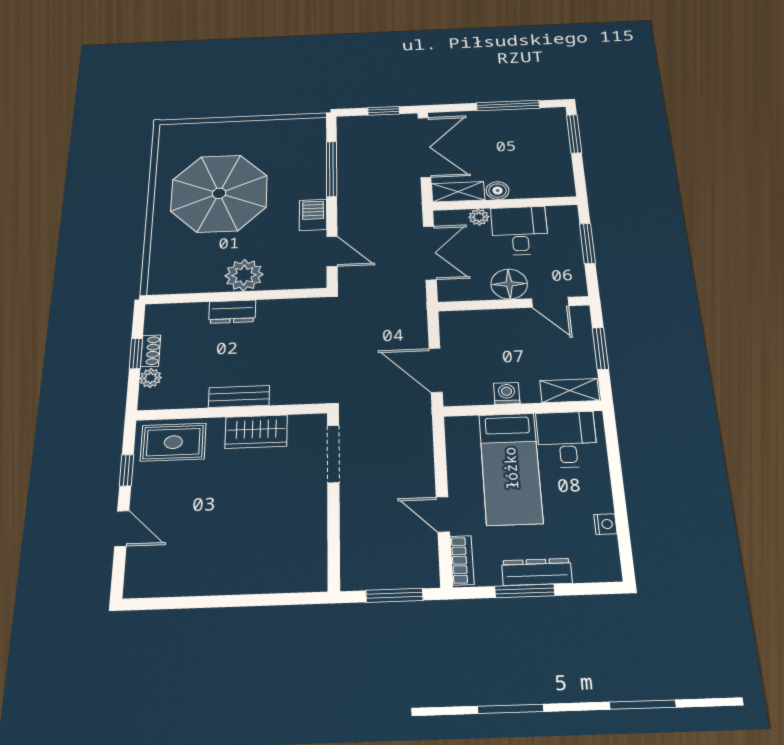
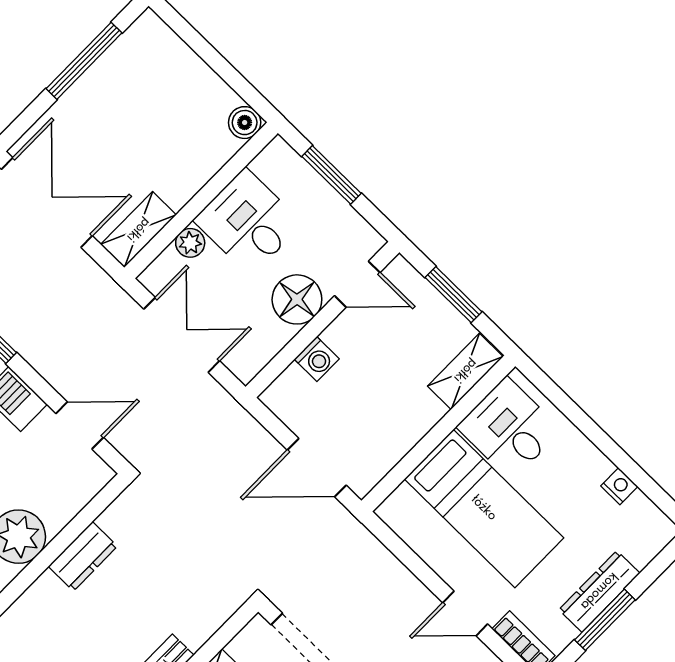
window: (574, 134) -> (191, 37), removed
boiler: (498, 191) -> (245, 123), moved
dresser: (232, 312) -> (83, 556), moved
washing machine: (507, 393) -> (317, 359), moved, turned 180

